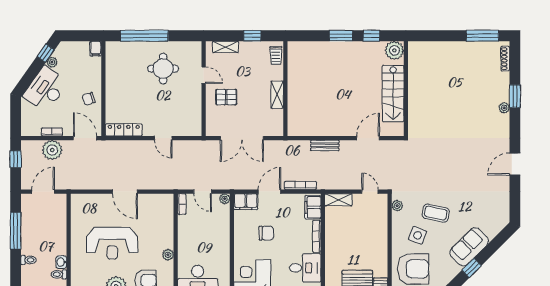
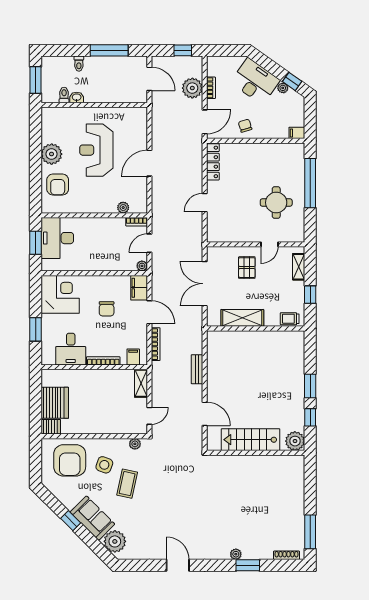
shelving: (277, 95) -> (242, 318), width x1.50, depth x1.33
filing cabinet: (313, 207) -> (133, 357), width x0.50
plant: (492, 225) -> (115, 541), added
plant: (168, 255) -> (123, 208), moved

